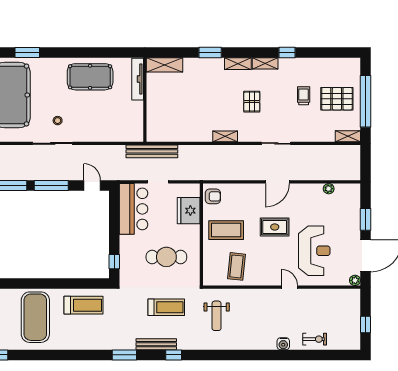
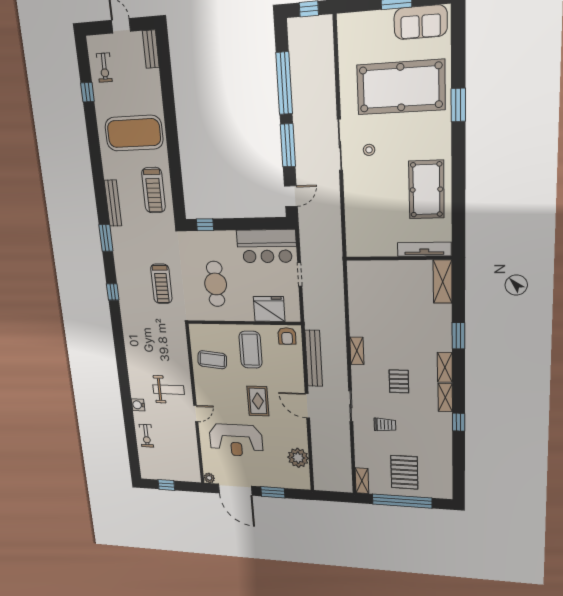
trolley: (304, 96) -> (385, 425), moved
pallet: (252, 102) -> (399, 381), turned 90
bench: (152, 151) -> (314, 358), moved
plant: (329, 189) -> (298, 458), width x1.88, depth x1.88
weight bench: (217, 316) -> (169, 390), moved, turned 180
bench: (156, 344) -> (113, 203), moved

